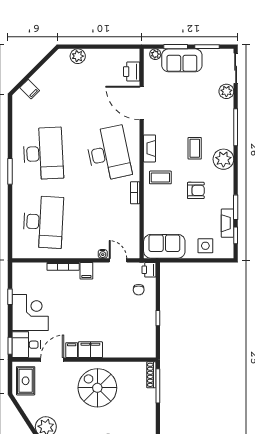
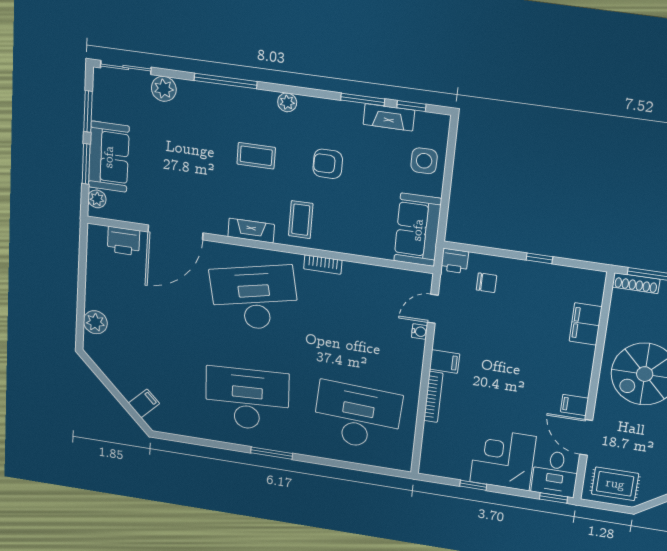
plant: (223, 159) -> (287, 102), width x0.53, depth x0.53
armchair: (196, 190) -> (328, 164), turned -90
filing cabinet: (90, 350) -> (586, 324), moved

